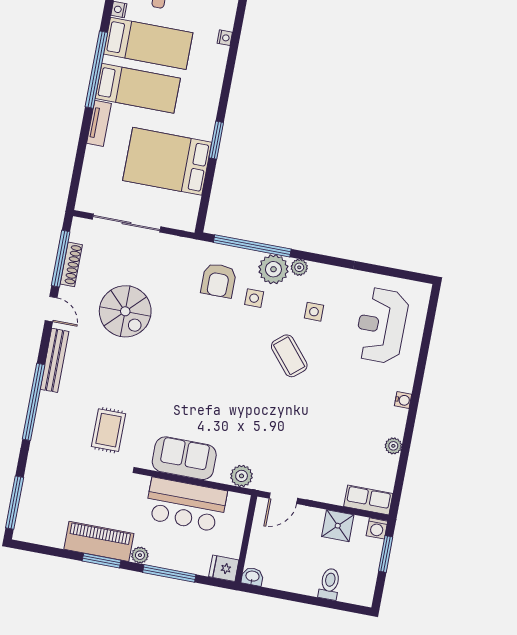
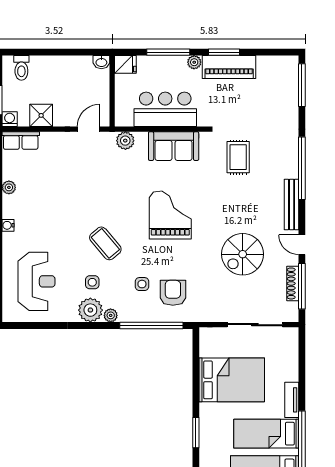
window: (216, 140) -> (196, 433), moved
plant: (273, 269) -> (90, 310), moved
spiral stairs: (125, 311) -> (243, 254), turned -90
grand piano: (204, 375) -> (170, 215), added
toilet: (330, 584) -> (21, 68), moved

